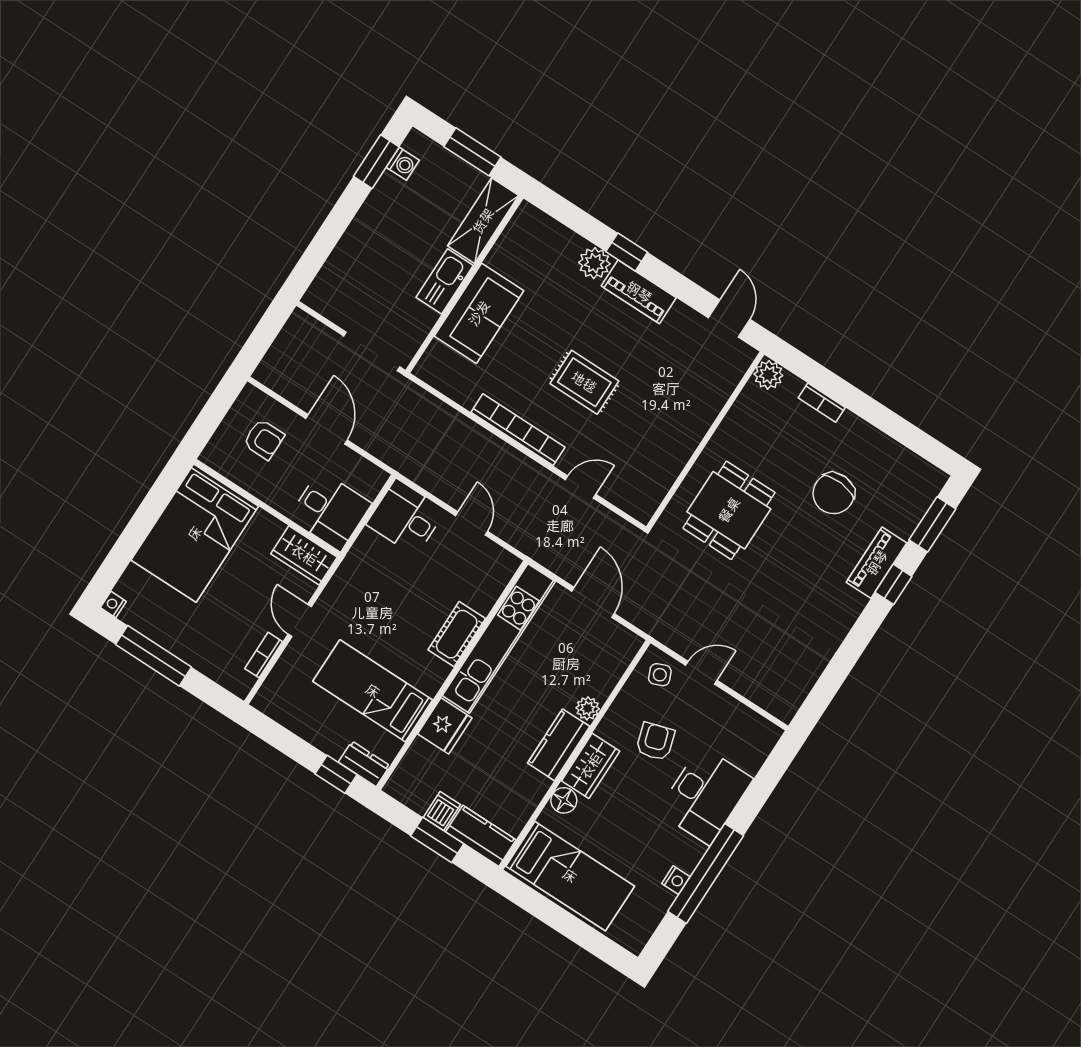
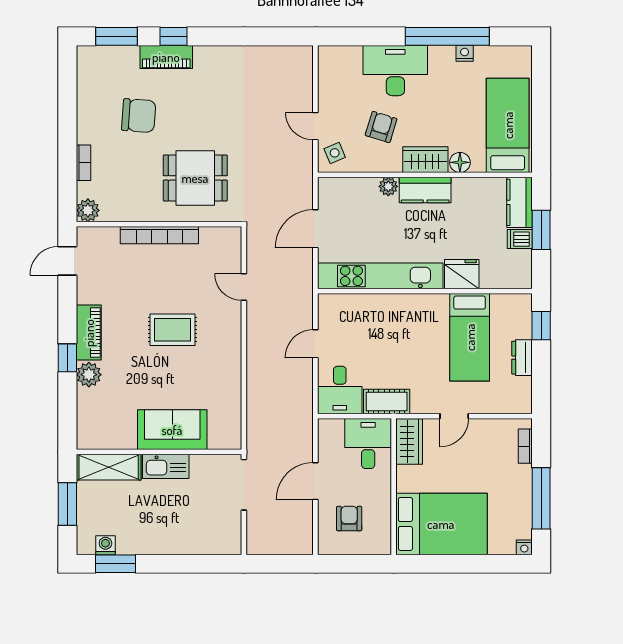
rug: (584, 382) -> (173, 330), turned 90
bookcase: (518, 430) -> (159, 235), moved, turned -90
cot: (457, 634) -> (387, 402), moved
bookcase: (264, 655) -> (525, 446), moved, turned 90
armchair: (655, 741) -> (381, 127), turned 124
dresser: (364, 764) -> (522, 358), moved

